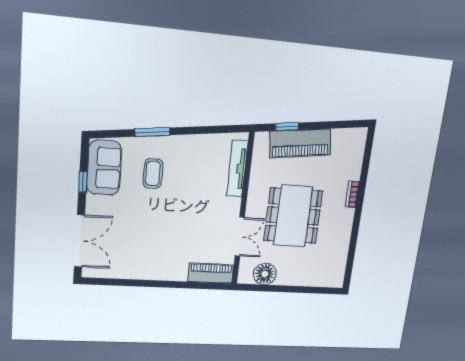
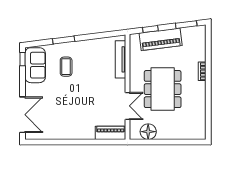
window: (340, 124) -> (186, 25), added
window: (83, 182) -> (22, 59), moved

